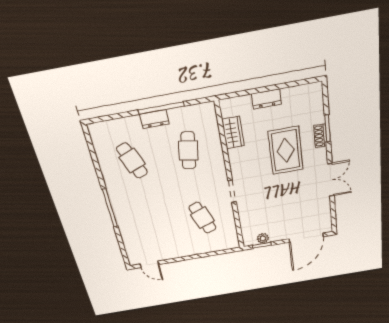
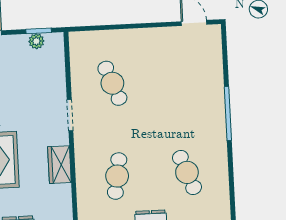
wardrobe: (233, 133) -> (59, 165), moved

